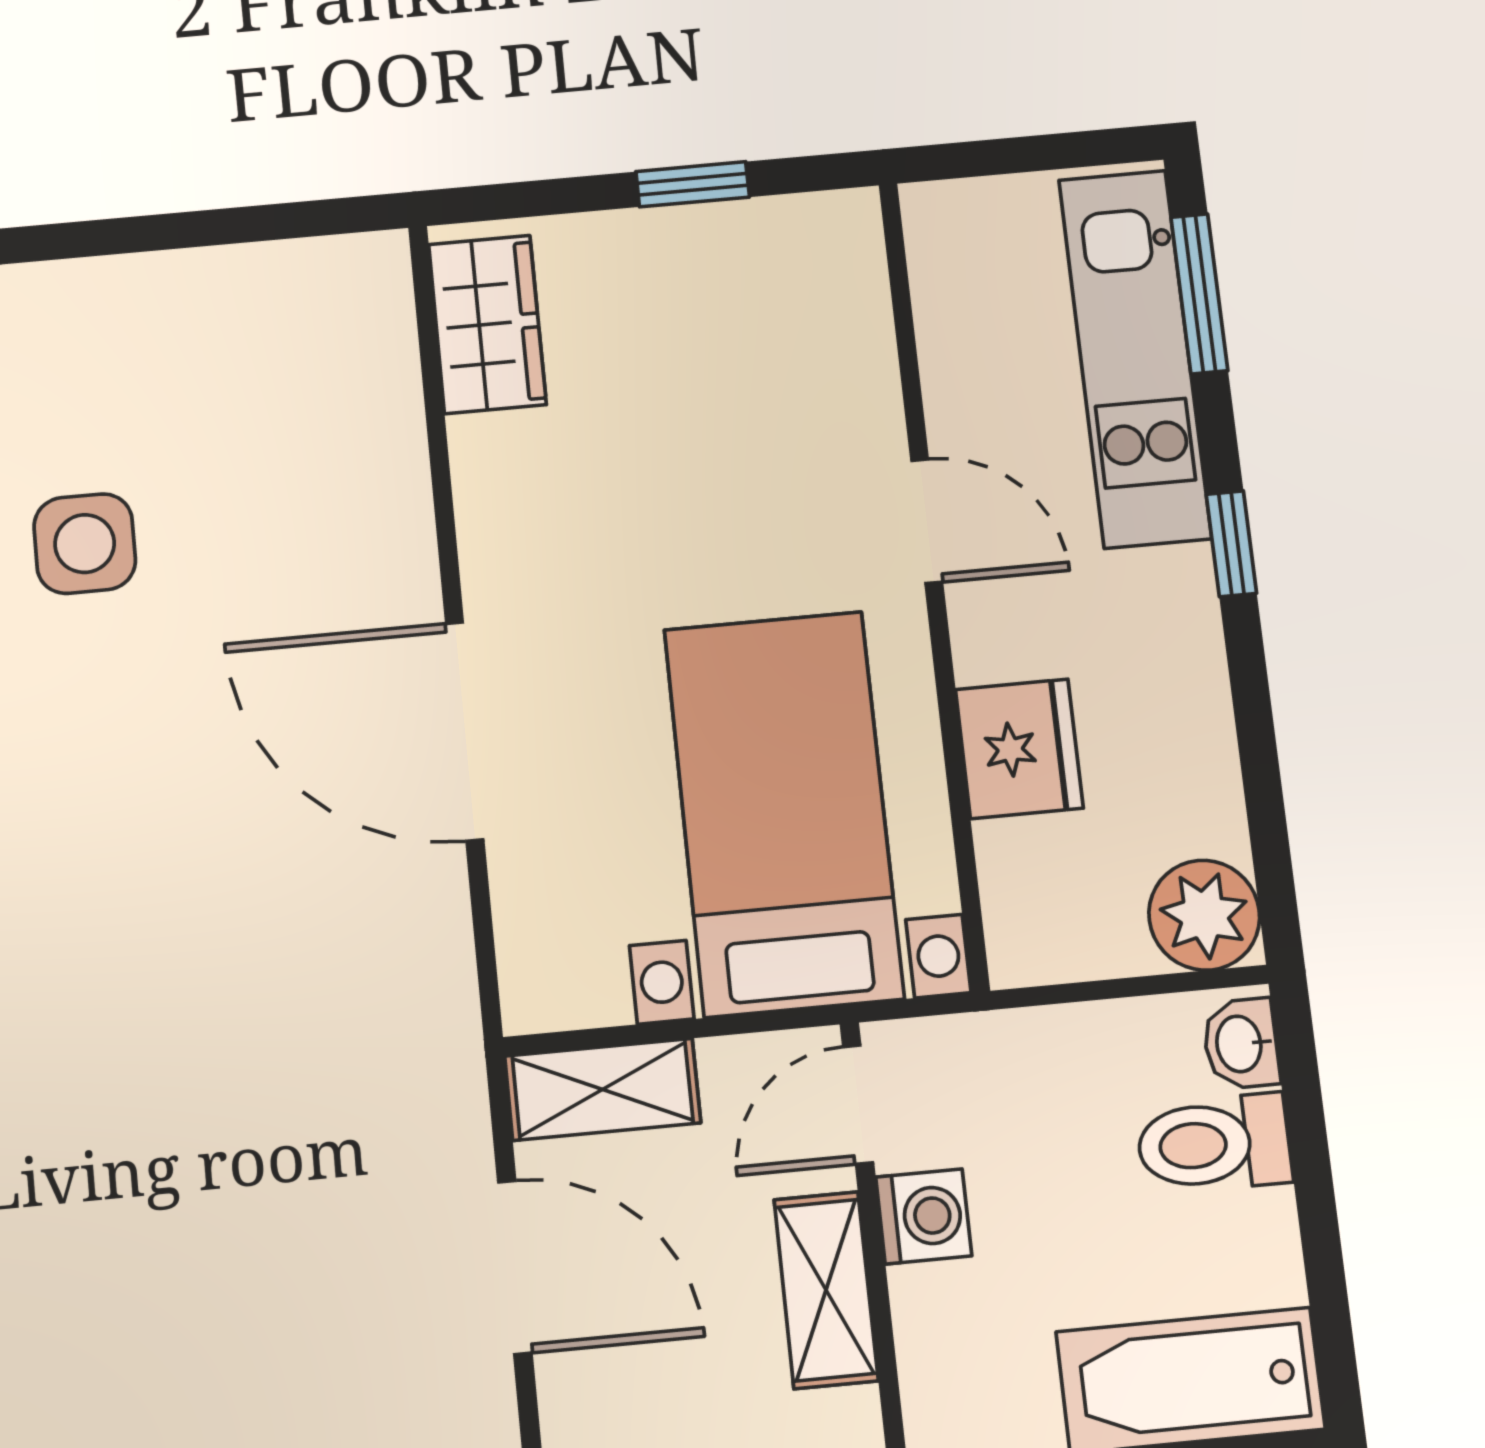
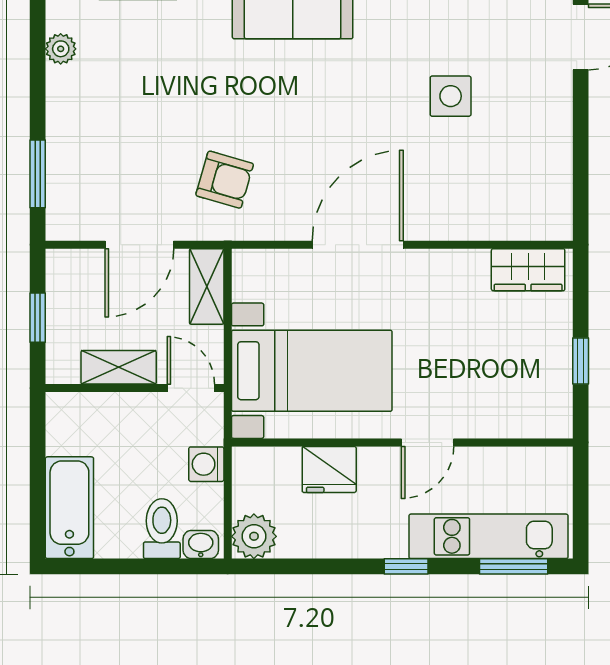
armchair: (334, 1070) -> (225, 180), added
washing machine: (924, 1216) -> (206, 464), moved, turned 90

